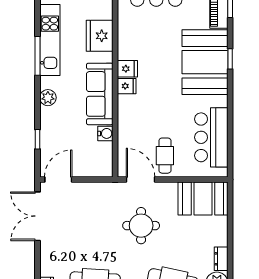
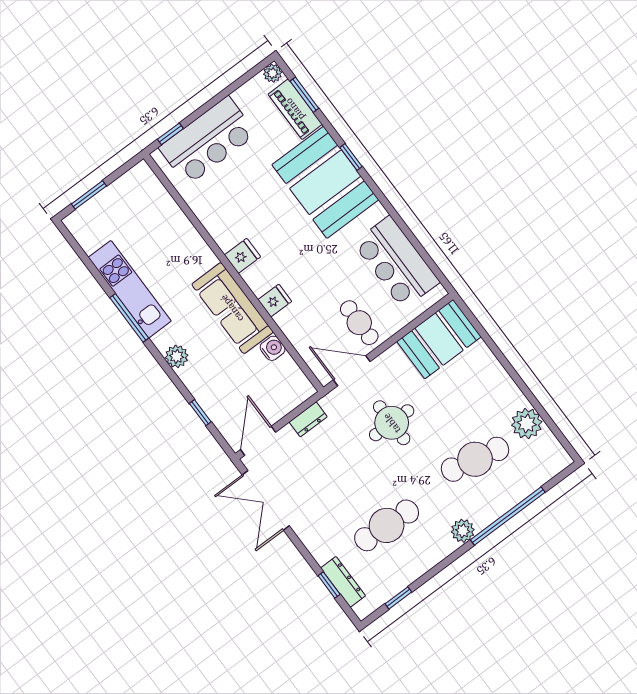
fridge: (100, 36) -> (183, 242), removed
fridge: (127, 86) -> (275, 301), moved
dresser: (221, 259) -> (308, 419), moved, turned -90

